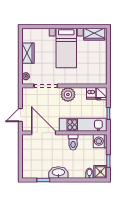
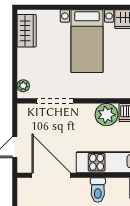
wardrobe: (28, 53) -> (27, 31), moved
plant: (68, 95) -> (107, 115), moved

